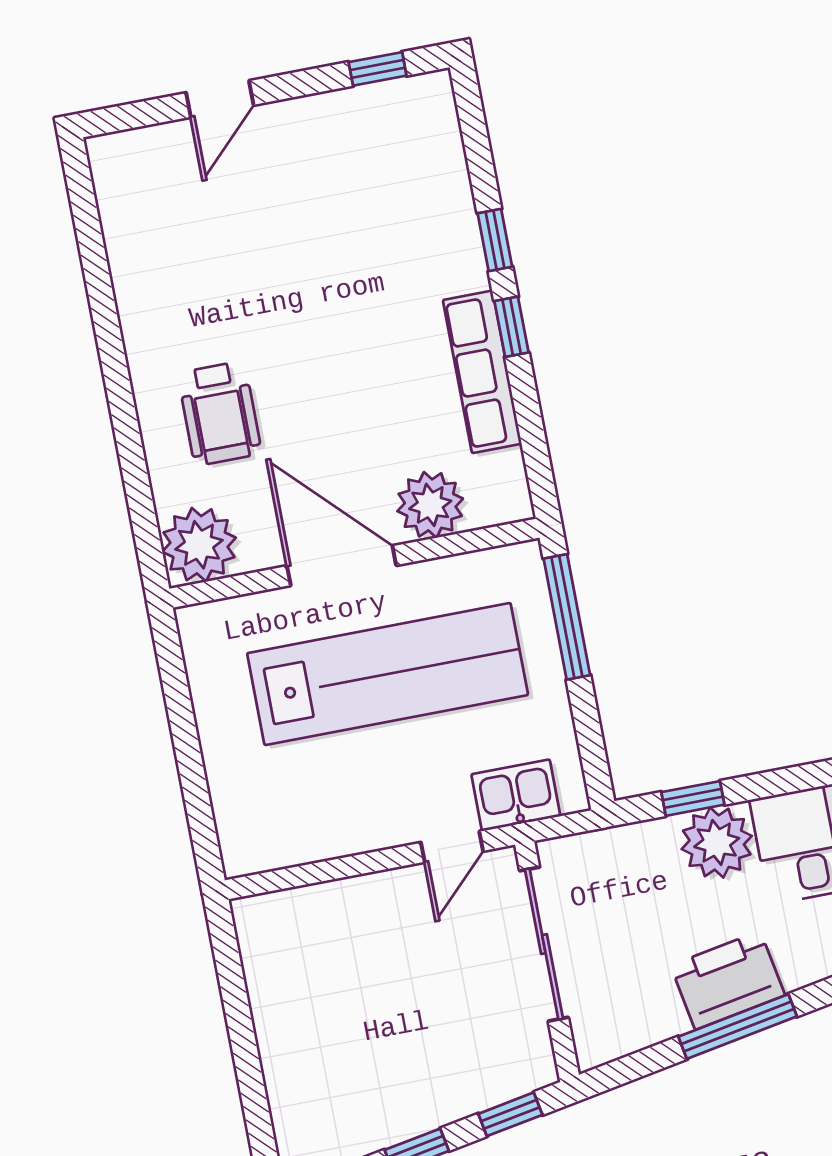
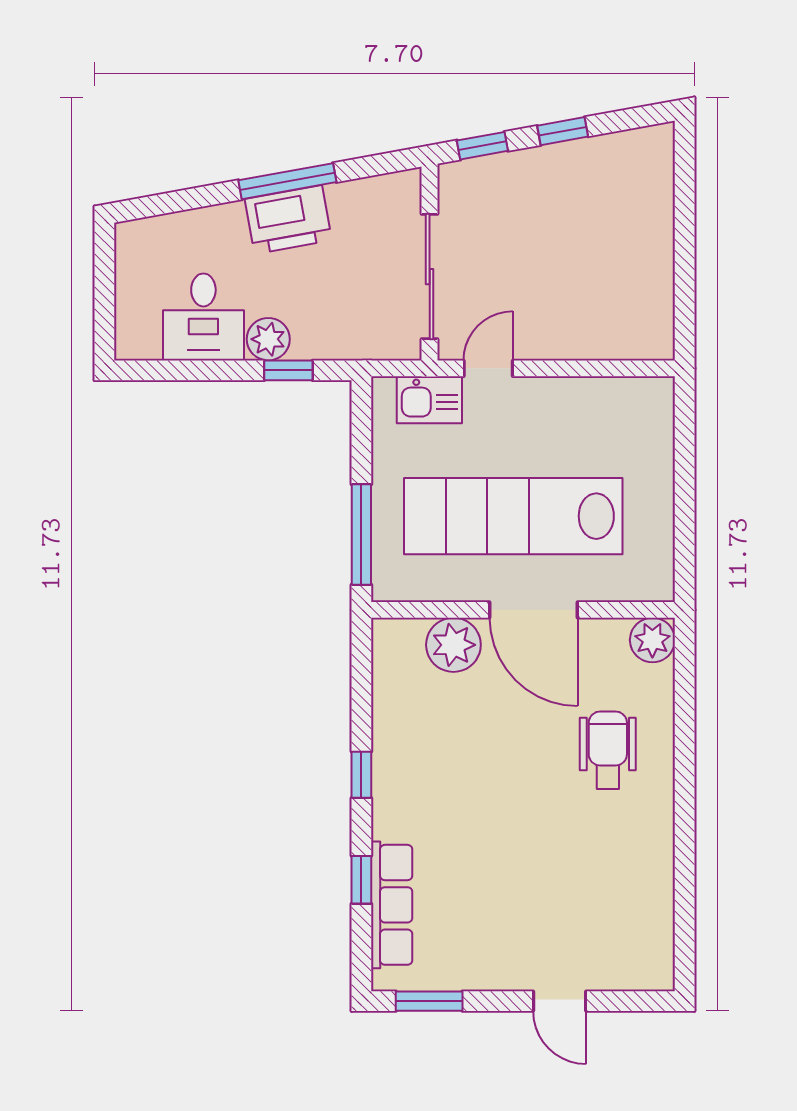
window: (378, 69) -> (429, 1001), width x1.50
door: (220, 99) -> (560, 1001), swing flipped
window: (495, 240) -> (361, 880), moved
row of seats: (482, 372) -> (392, 905), moved
plant: (199, 545) -> (652, 640), width x0.73, depth x0.73
plant: (717, 842) -> (268, 339), width x0.73, depth x0.73

